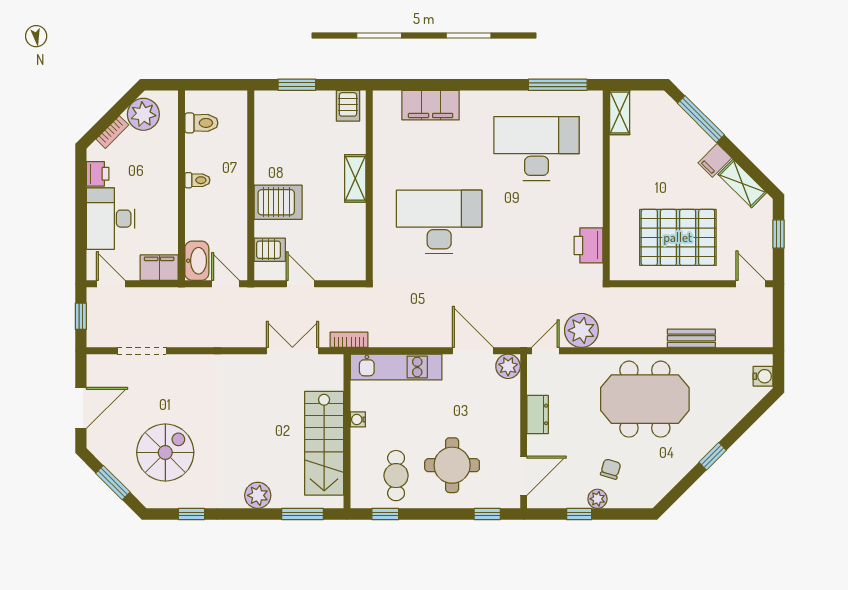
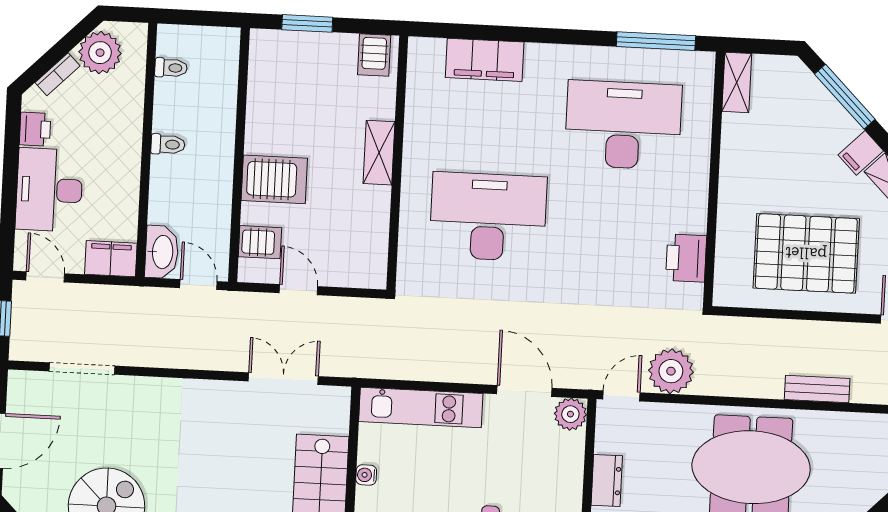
toilet: (201, 123) -> (171, 68), width x0.73, depth x0.72
bookcase: (349, 340) -> (360, 368), removed

